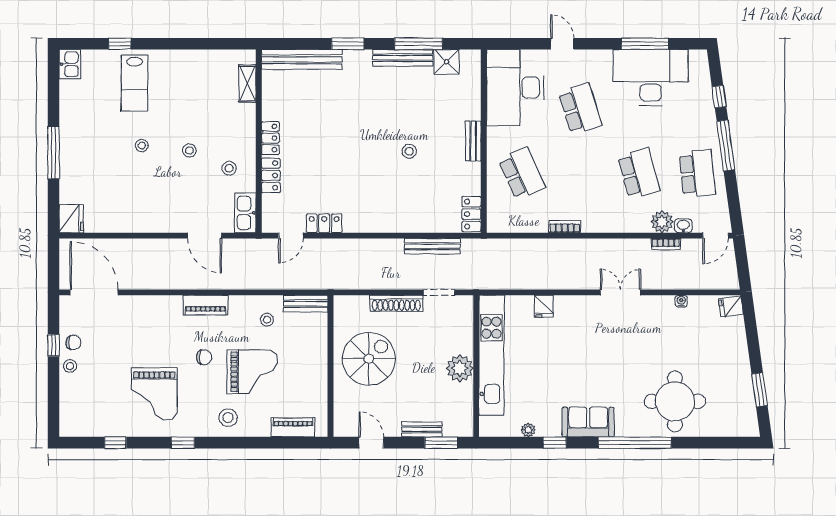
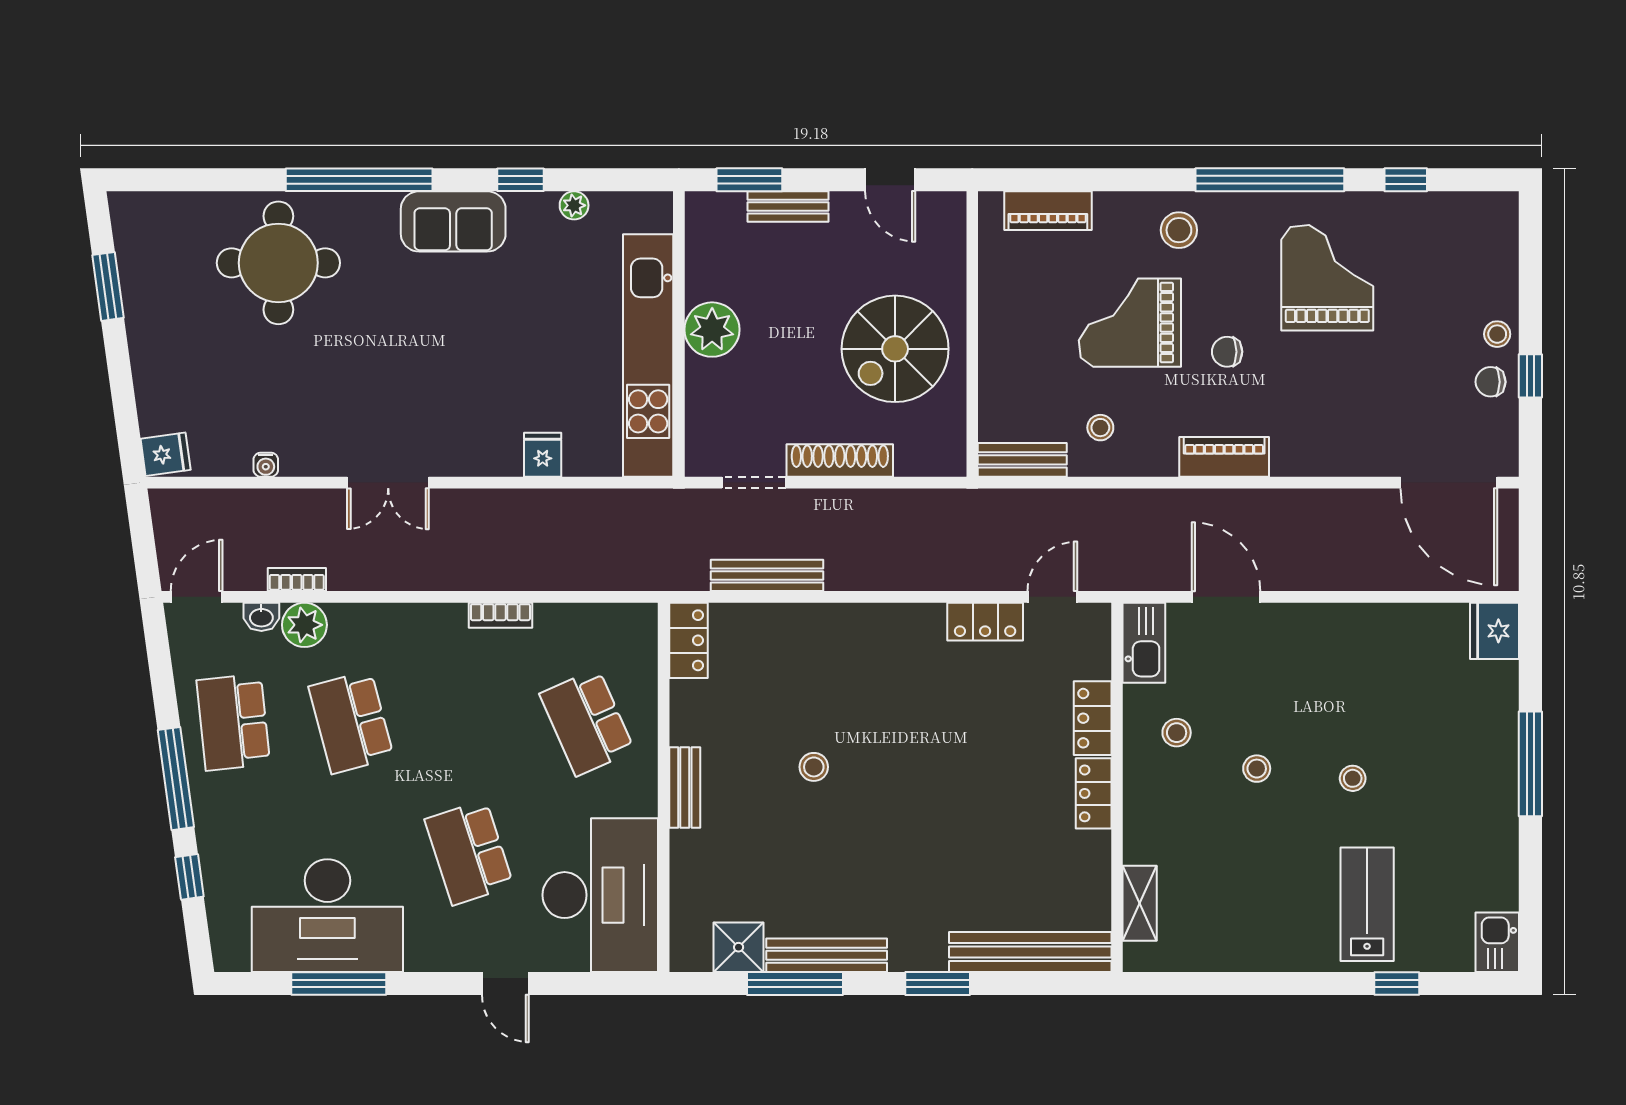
window: (183, 443) -> (1270, 180), width x3.17

